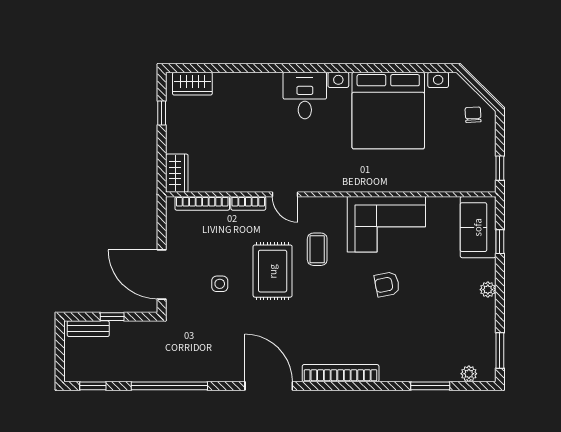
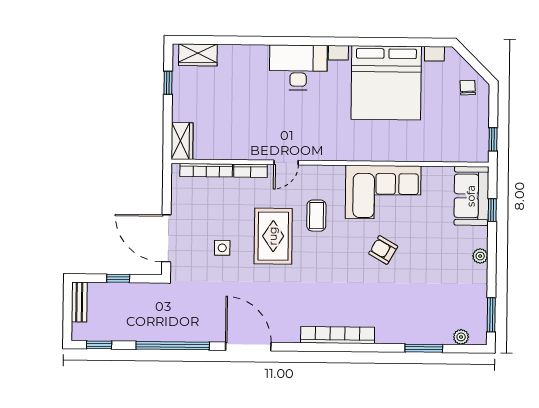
desk: (305, 96) -> (298, 67), width x1.37
door: (285, 194) -> (286, 162), hinge flipped
armchair: (387, 284) -> (383, 250), turned 41
bench: (88, 329) -> (79, 302), moved, turned 90
door: (269, 386) -> (248, 346), moved

